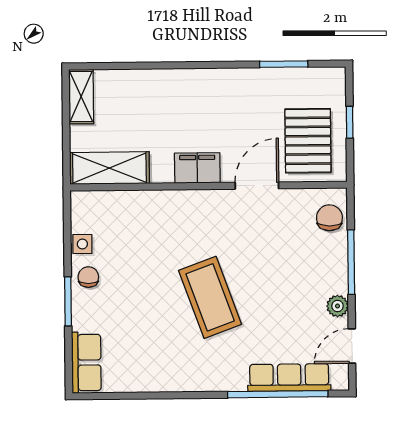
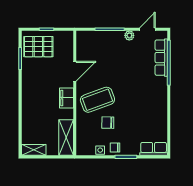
pallet: (308, 141) -> (38, 47), moved
door: (257, 186) -> (75, 71), swing flipped
chair: (329, 218) -> (108, 123), moved
coffee table: (210, 297) -> (97, 100), moved
door: (352, 346) -> (147, 29), swing flipped

